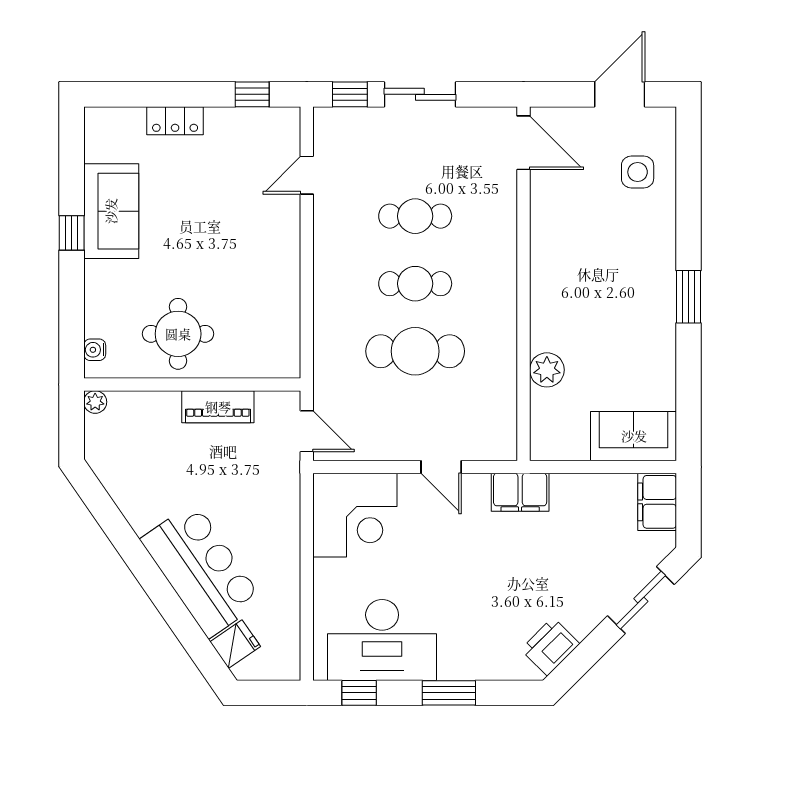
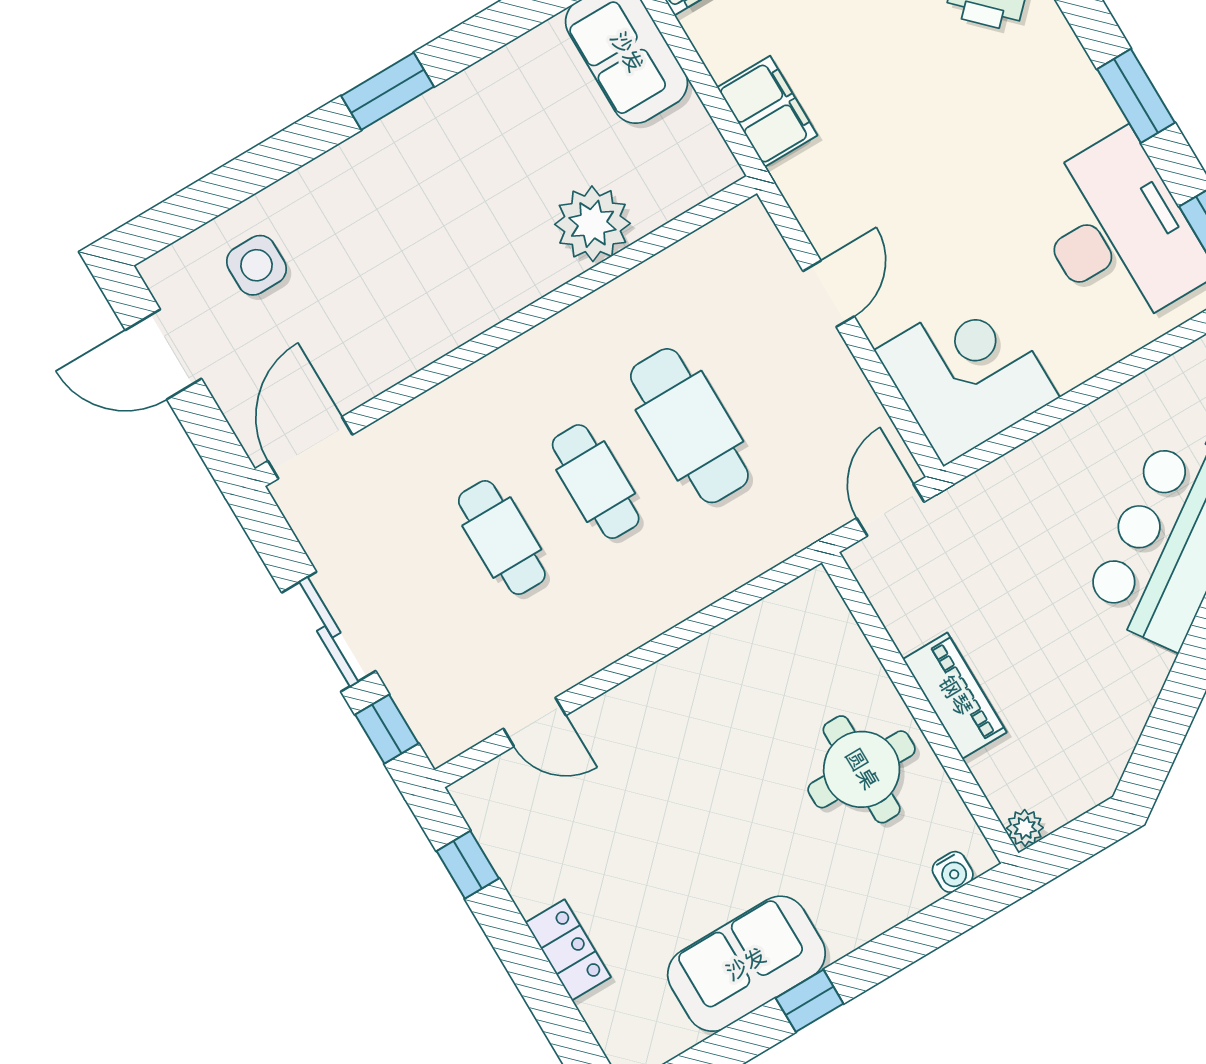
plant: (547, 370) -> (592, 224), width x1.36, depth x1.36
piano: (218, 407) -> (955, 696), moved
filing cabinet: (520, 492) -> (767, 111), moved

